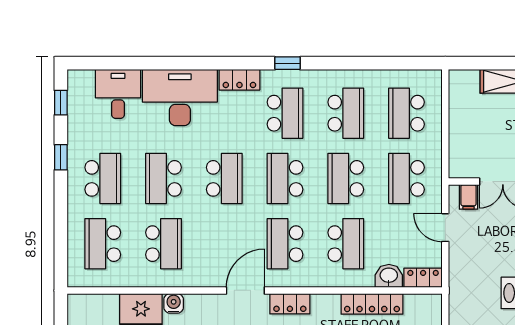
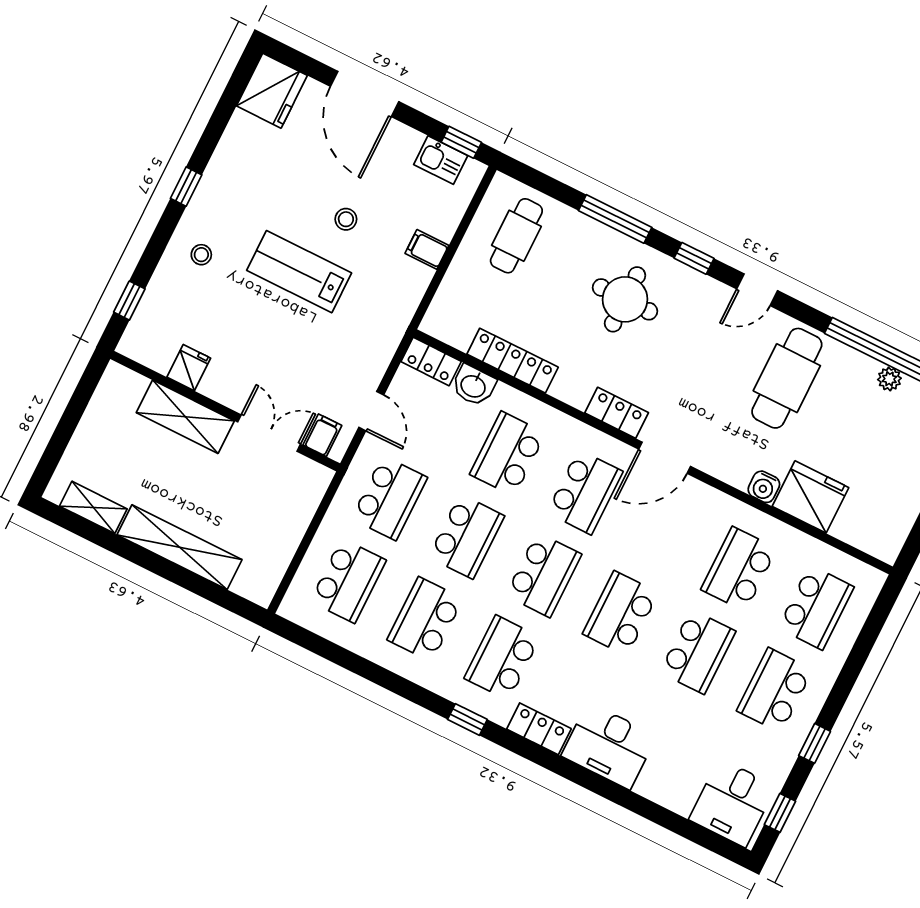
desk: (118, 94) -> (732, 803), moved
desk: (180, 98) -> (609, 746), width x0.73, depth x0.77

